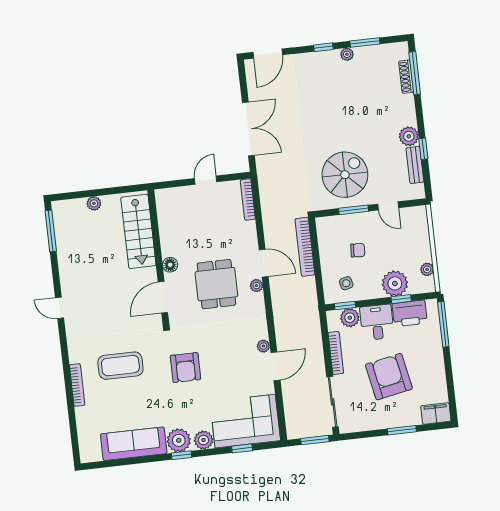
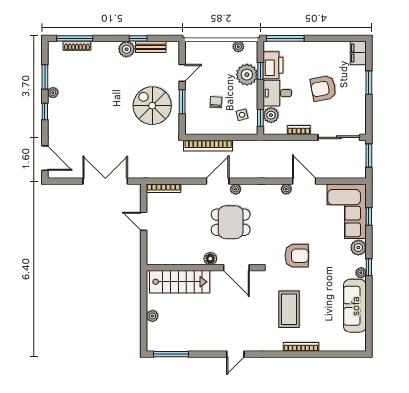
bookcase: (336, 353) -> (299, 130), width x0.64
armchair: (389, 377) -> (323, 88), width x0.73, depth x0.73
plant: (179, 440) -> (361, 273), width x0.53, depth x0.53

